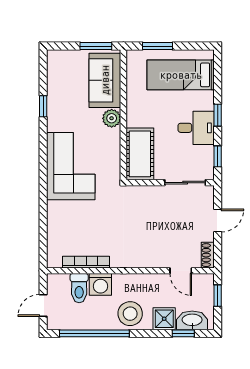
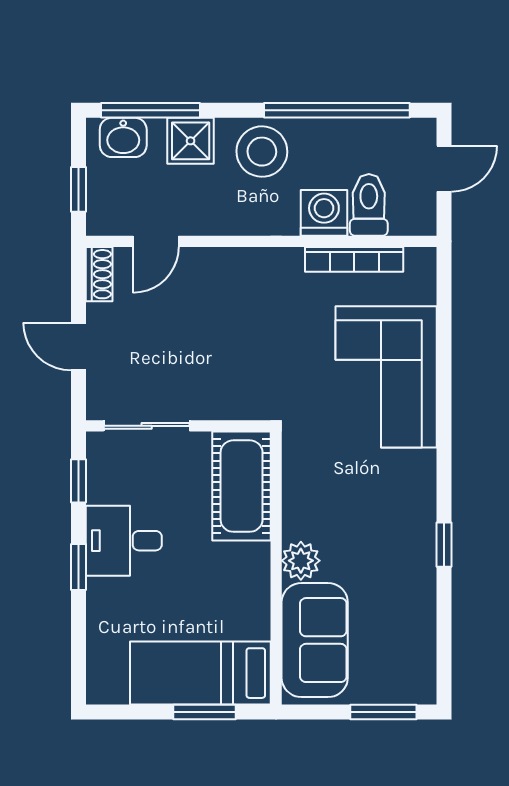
window: (96, 46) -> (383, 712), moved
bed: (181, 75) -> (200, 673), moved, turned 180
window: (43, 106) -> (444, 545), moved
corner sofa: (71, 166) -> (386, 377), moved
door: (218, 221) -> (79, 347), hinge flipped
door: (181, 271) -> (156, 241), swing flipped
washbasin: (192, 320) -> (123, 137), width x0.72
window: (183, 333) -> (150, 110), width x2.17

